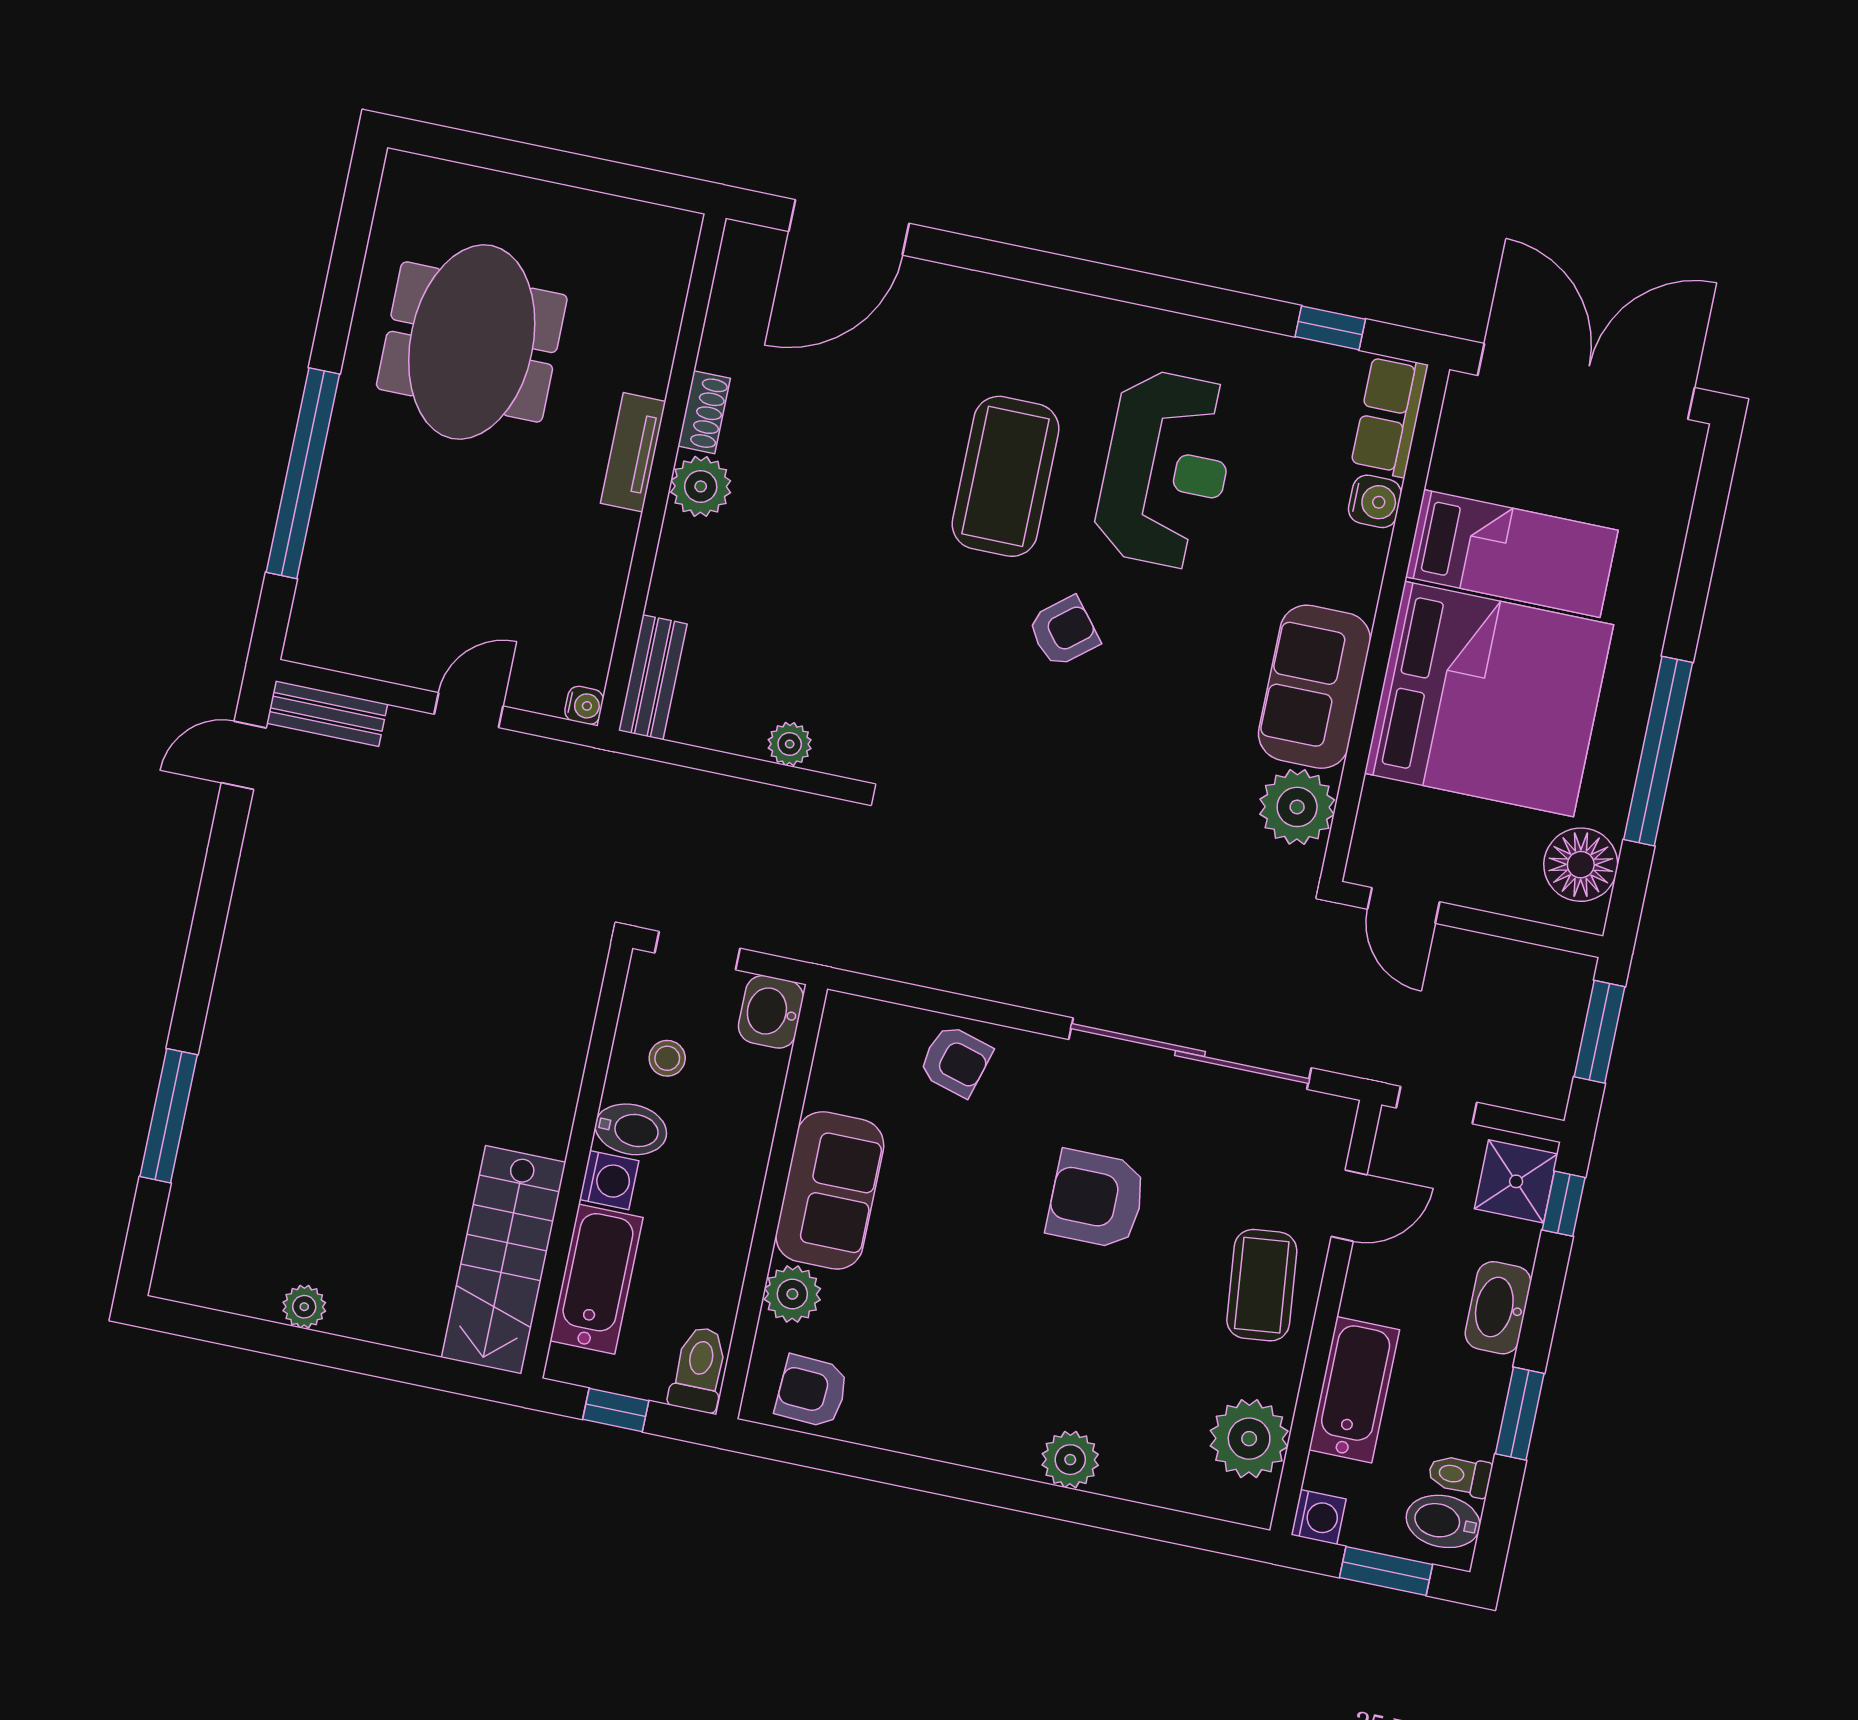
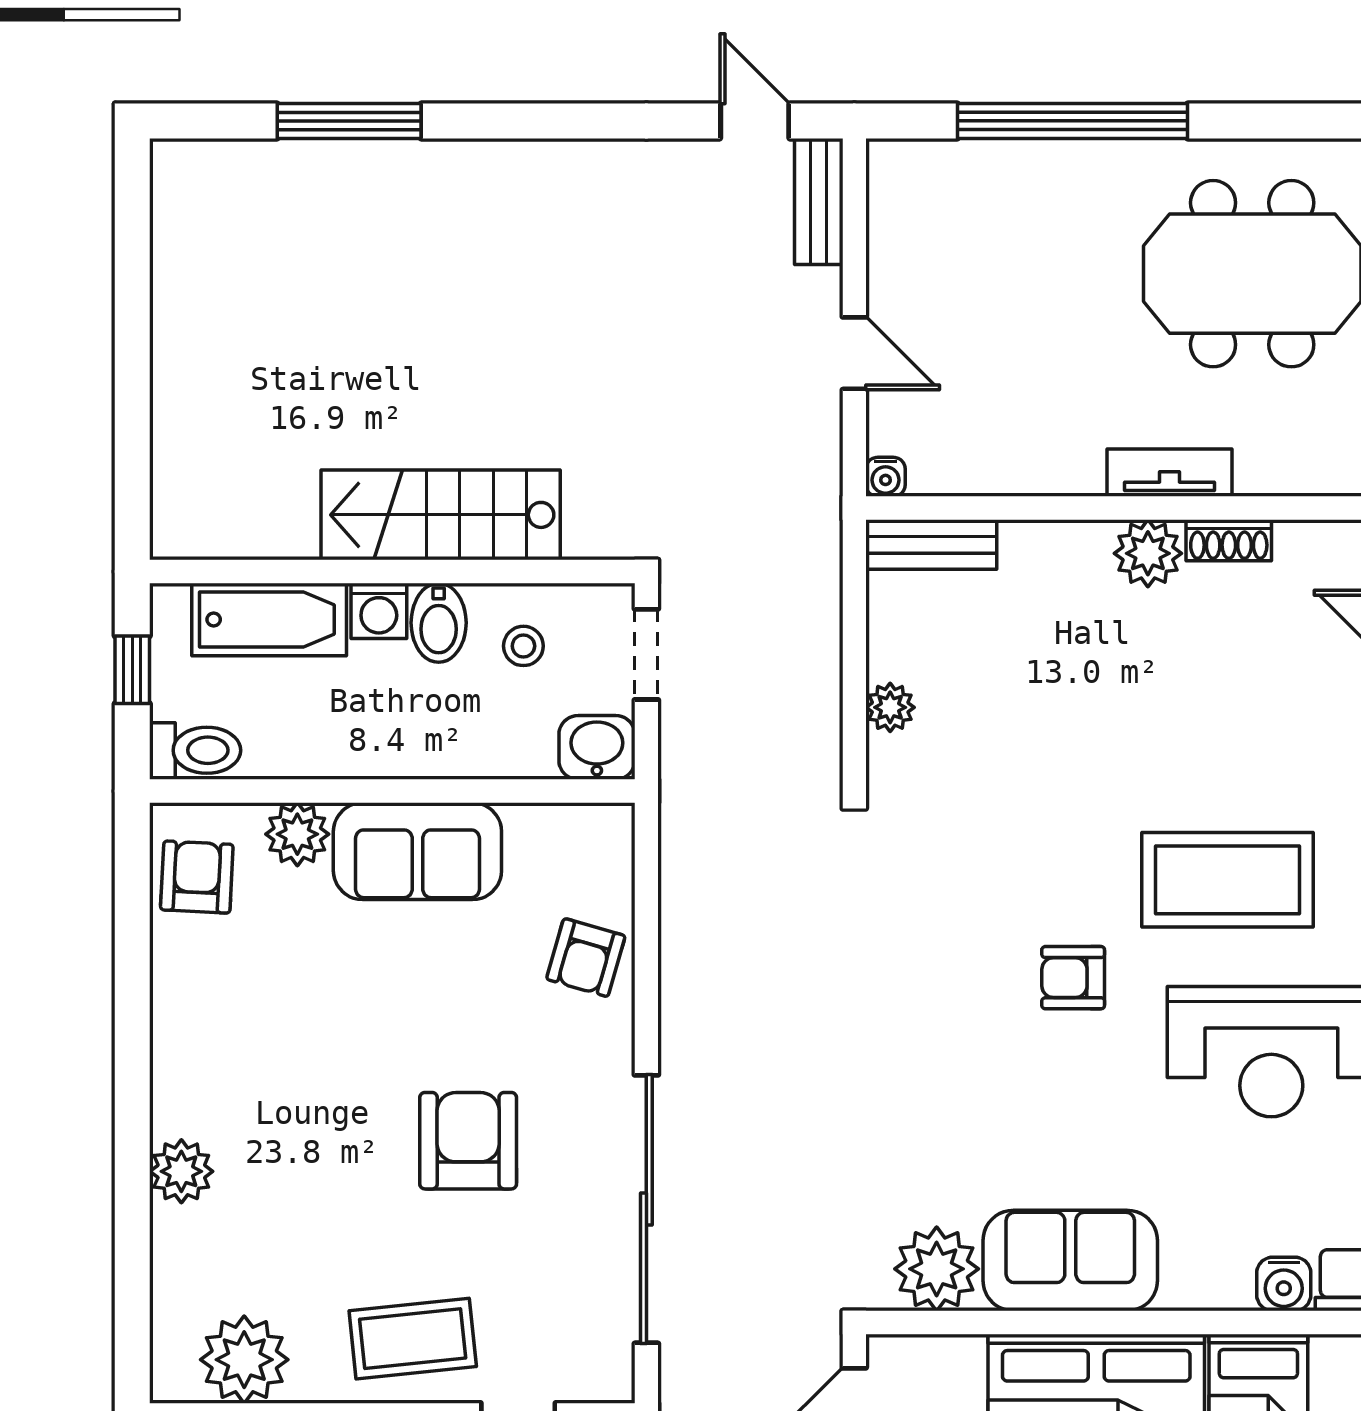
armchair: (1064, 632) -> (1073, 978), turned 129
stairs: (504, 1260) -> (441, 515), moved
plant: (304, 1307) -> (174, 310), removed

